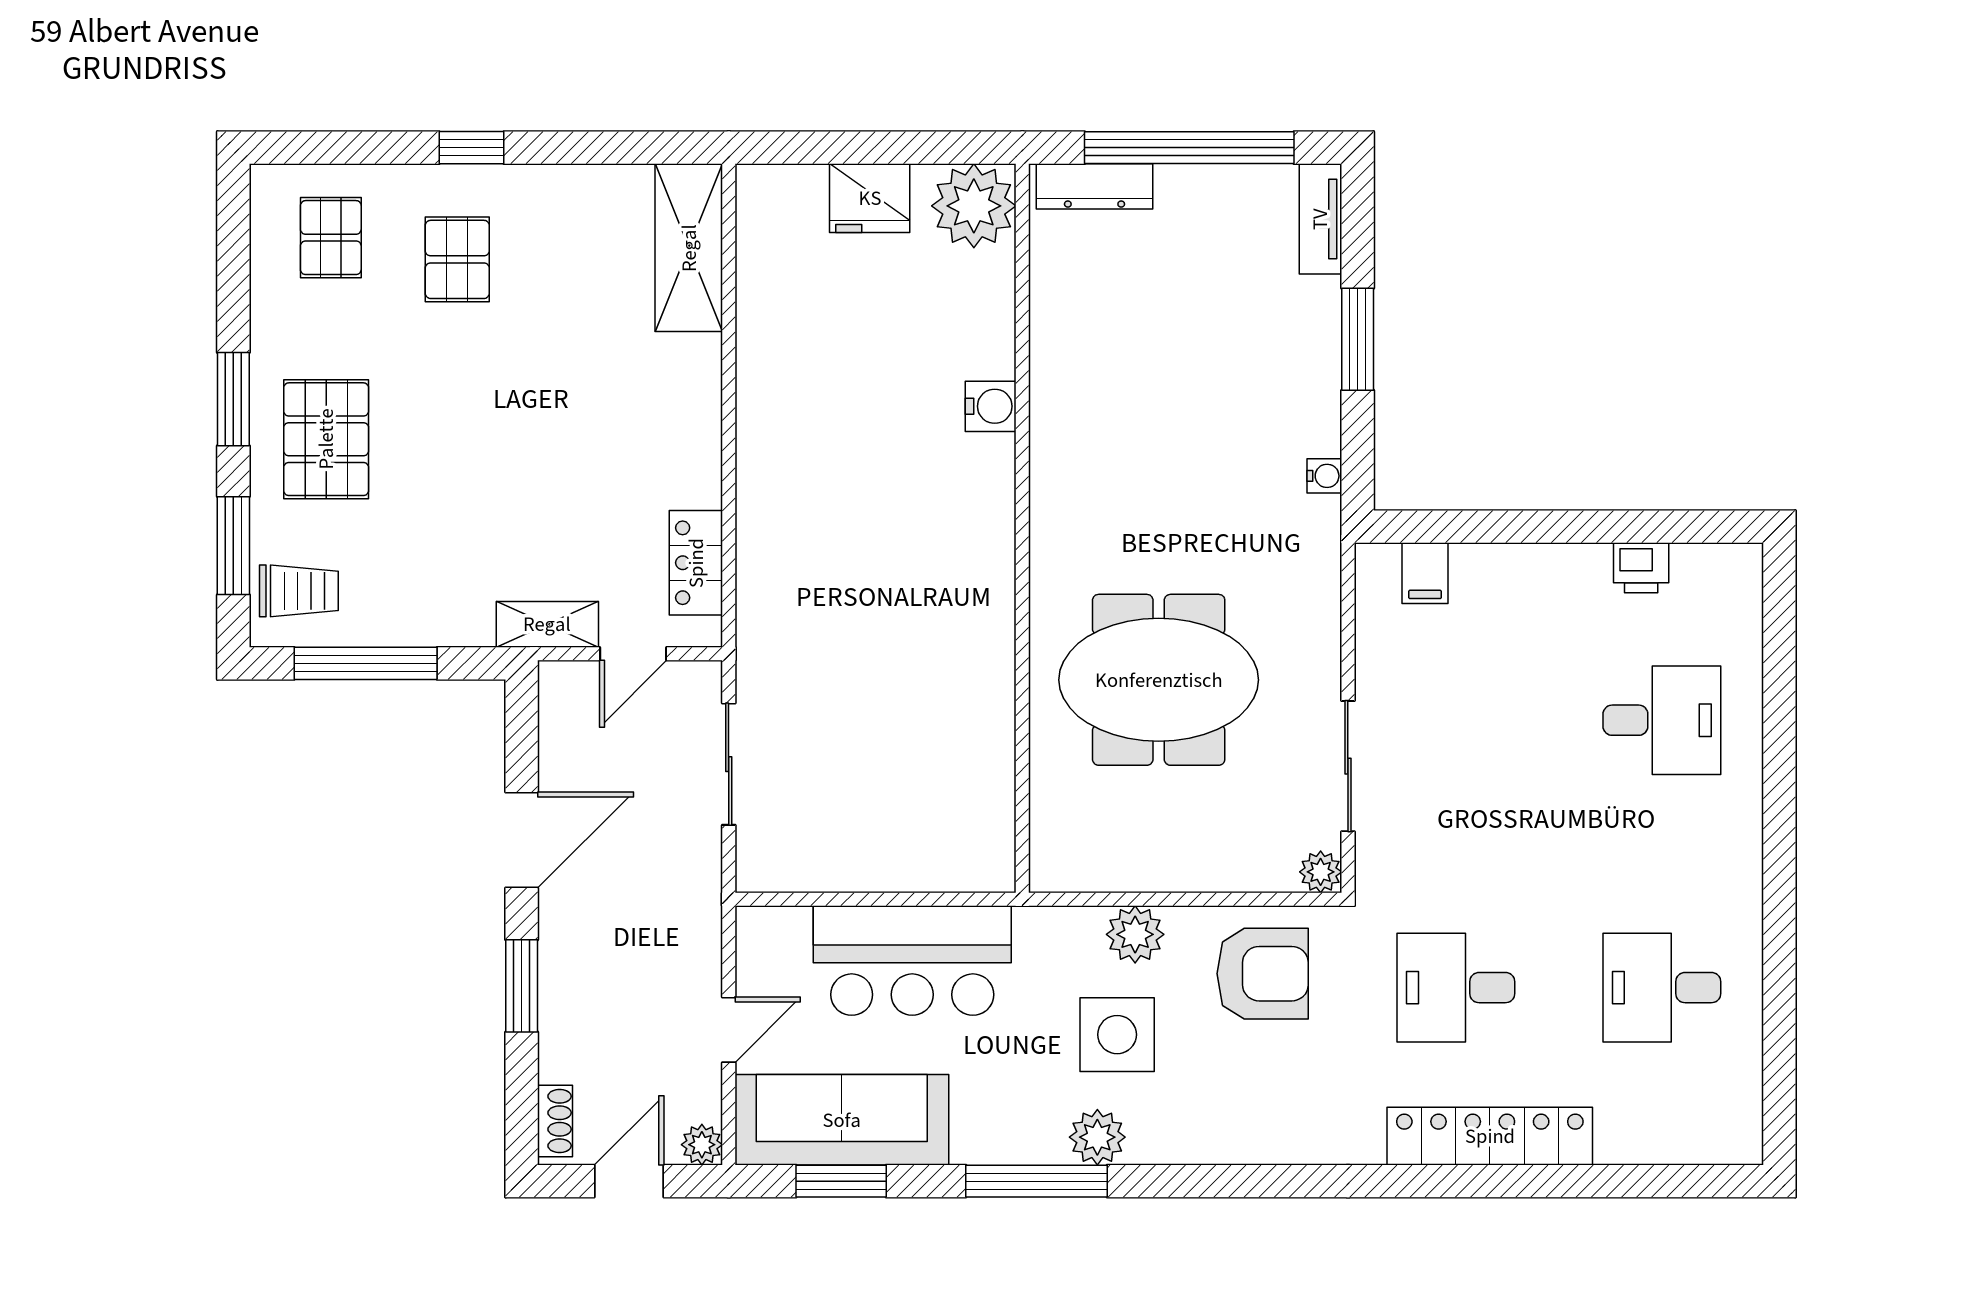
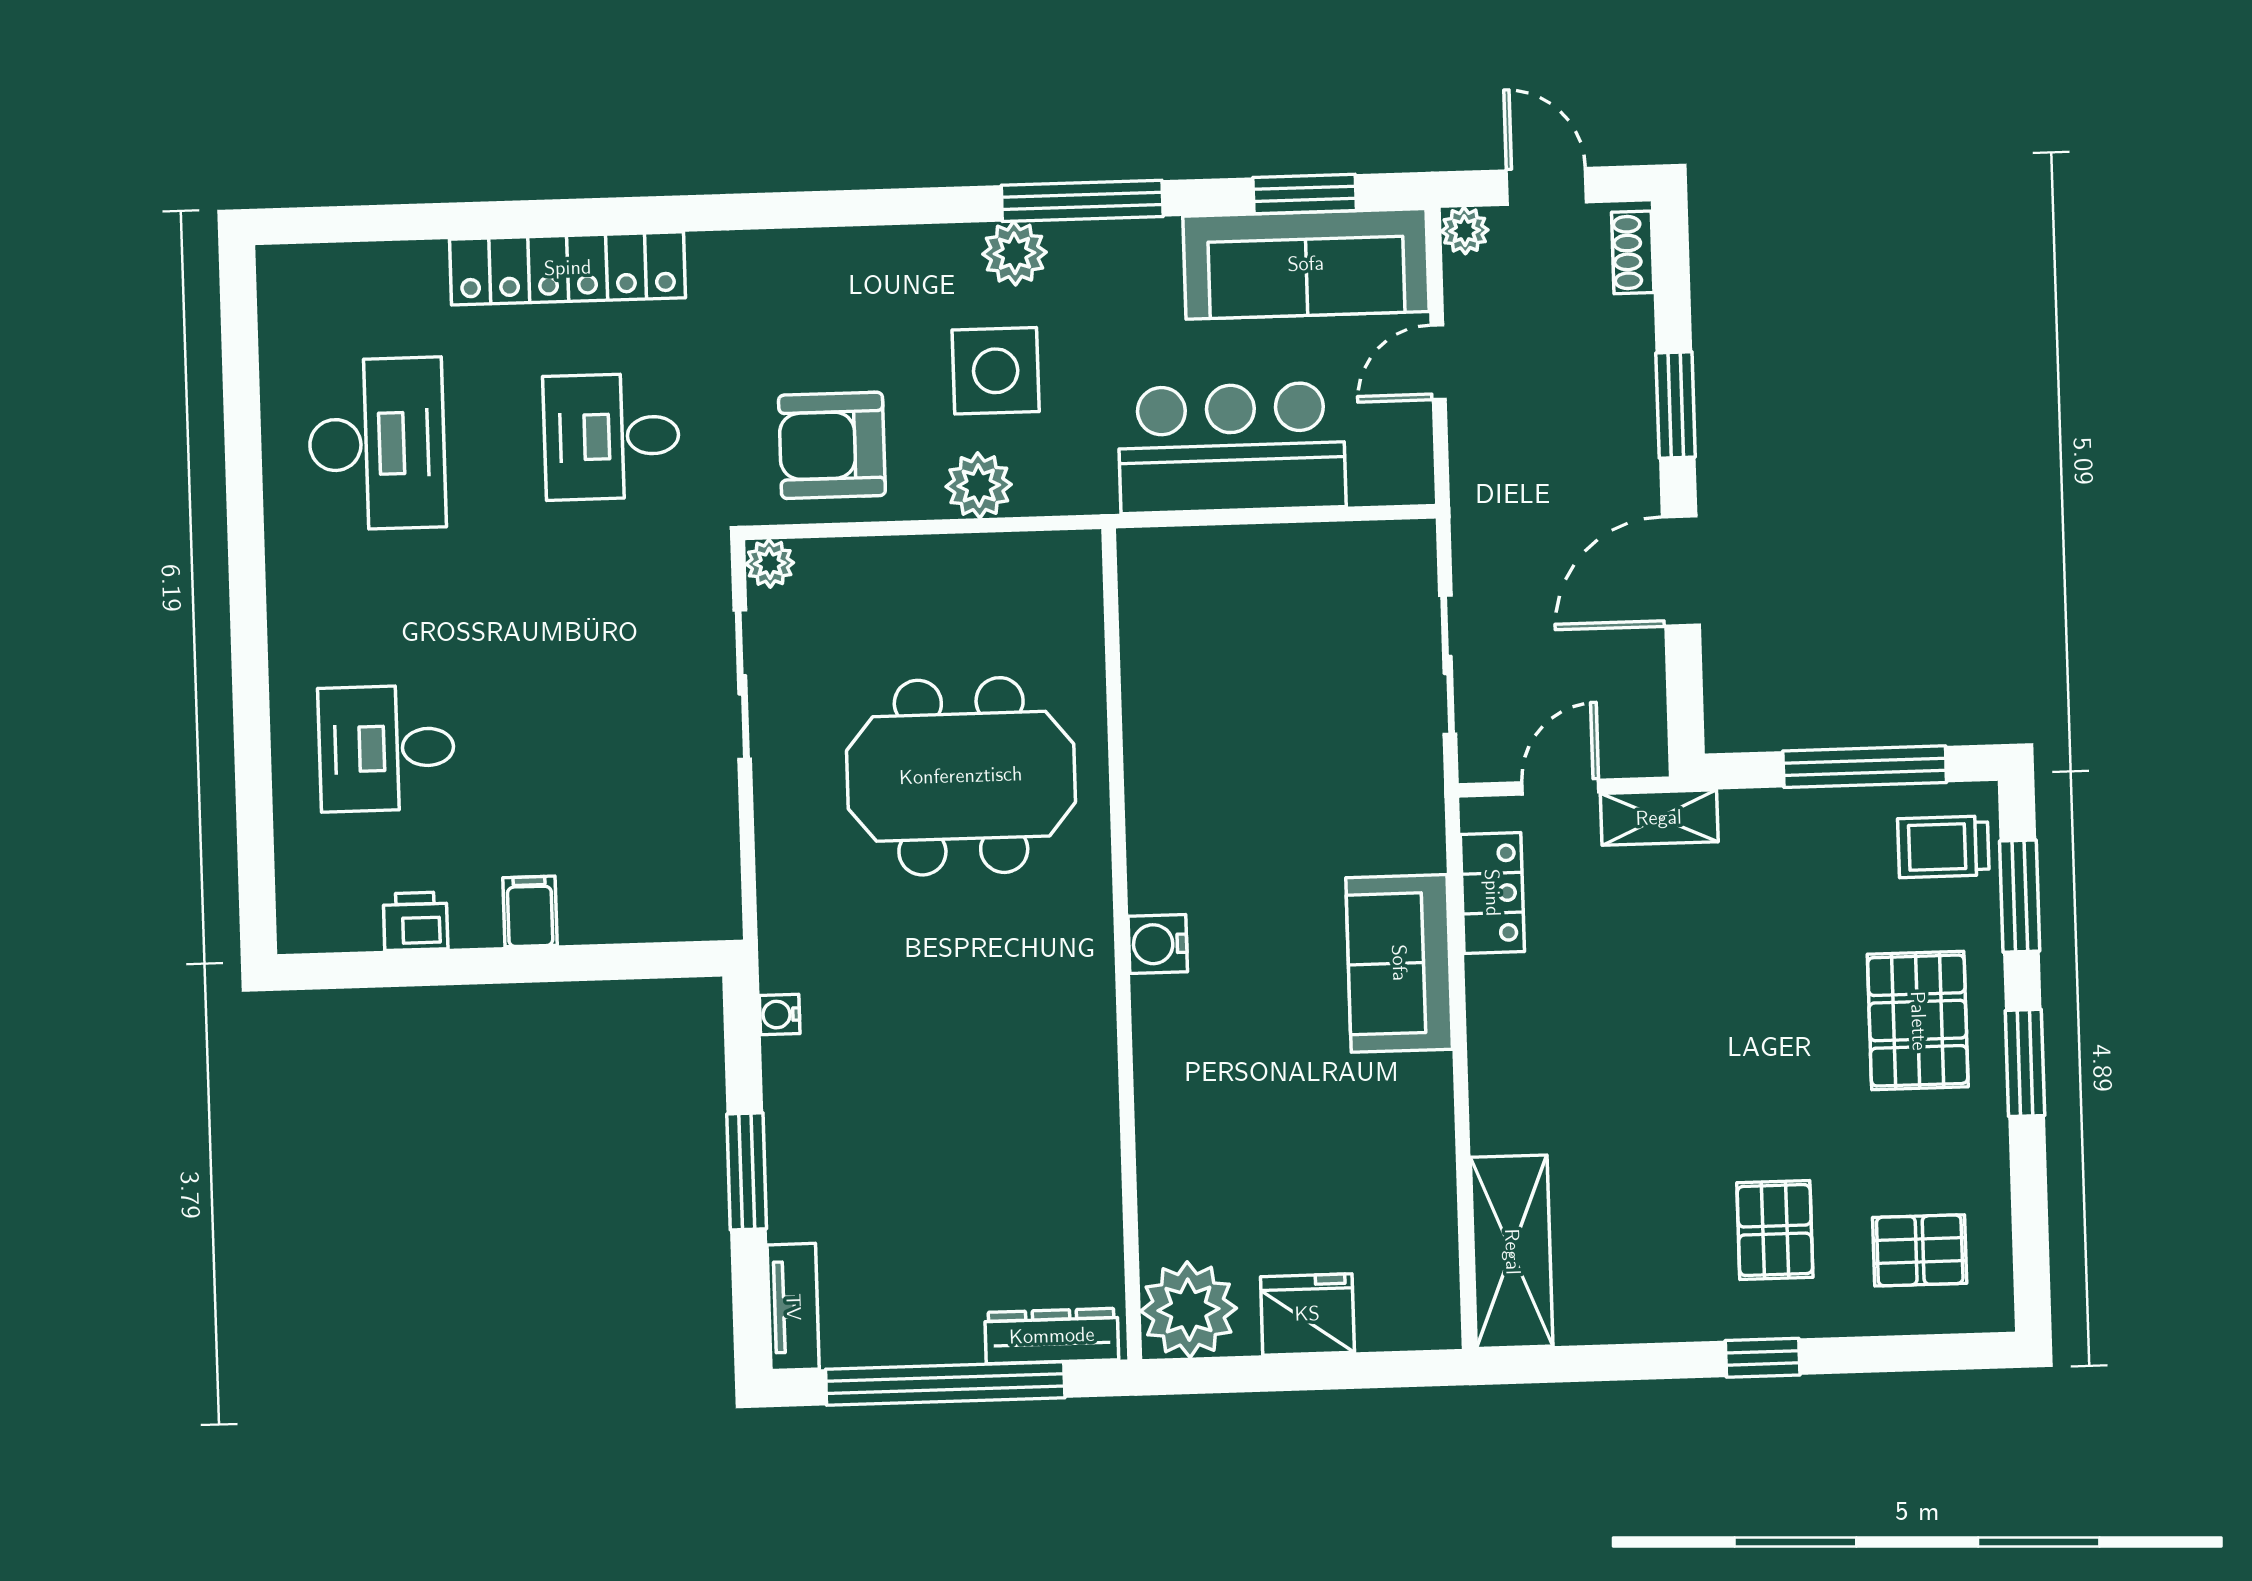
pallet: (331, 238) -> (1920, 1250), turned 90
water cooler: (991, 406) -> (1158, 944), moved
sofa: (780, 504) -> (1399, 963), added
filing cabinet: (1425, 573) -> (530, 911), moved
desk: (1456, 988) -> (611, 436), turned 180
desk: (1662, 988) -> (377, 444), width x1.37
door: (629, 1181) -> (1546, 186), swing flipped

